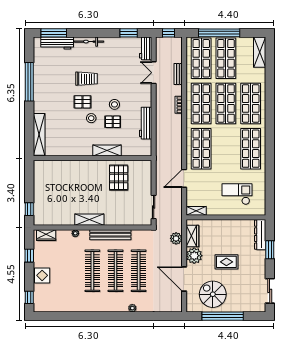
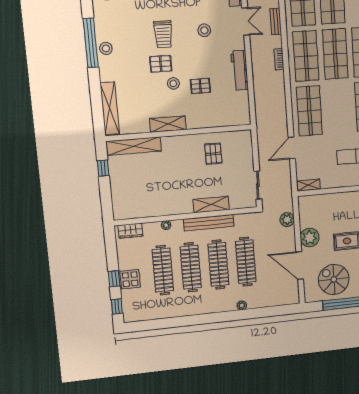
double door: (154, 73) -> (246, 21), swing flipped
trolley: (87, 79) -> (163, 34), turned 90
stool: (41, 87) -> (106, 48), added
stool: (114, 104) -> (204, 30), moved
workbench: (146, 123) -> (240, 70), moved
shelving: (107, 150) -> (168, 124), moved
shelving: (55, 166) -> (134, 146), added
pallet: (119, 178) -> (213, 154), width x0.67, depth x0.71
window: (29, 209) -> (103, 168), moved
shelving: (89, 220) -> (211, 205), moved
wardrobe: (192, 236) -> (306, 215), removed
window: (29, 256) -> (114, 279), moved
clothes rail: (69, 271) -> (163, 270), added

